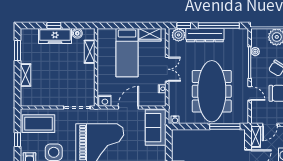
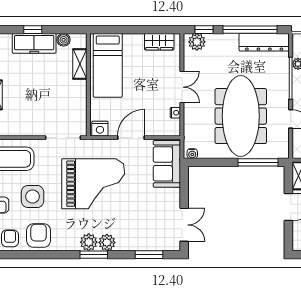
dresser: (205, 35) -> (264, 42), moved
bed: (127, 53) -> (108, 65), moved

